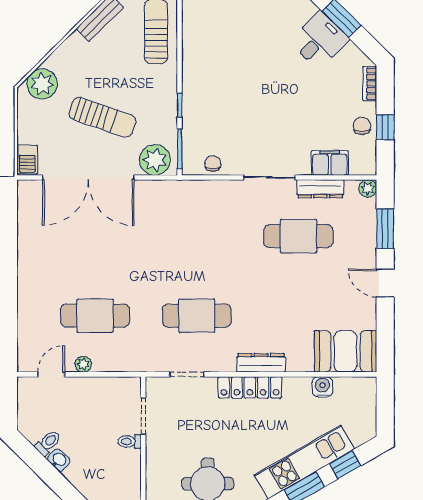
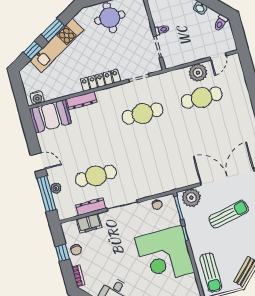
corner desk: (223, 79) -> (164, 255), added
sun lounger: (102, 117) -> (228, 214), turned 149
plant: (368, 188) -> (56, 188), moved
window: (385, 229) -> (47, 194), width x1.44
dresser: (261, 363) -> (82, 101), moved
plant: (83, 364) -> (198, 73), width x1.87, depth x1.87
water cooler: (322, 387) -> (37, 98), moved
toilet: (48, 443) -> (221, 23), moved

